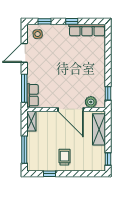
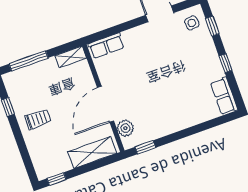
row of seats: (87, 30) -> (224, 96), width x0.68
window: (24, 88) -> (112, 31), removed

